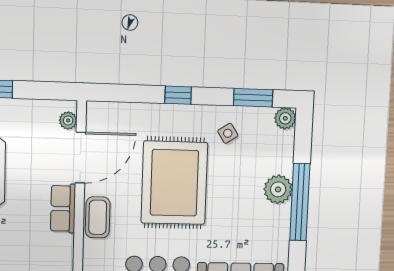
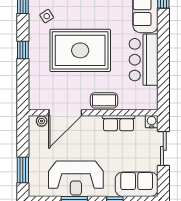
door: (80, 158) -> (65, 113), swing flipped
row of seats: (63, 208) -> (119, 123), moved

